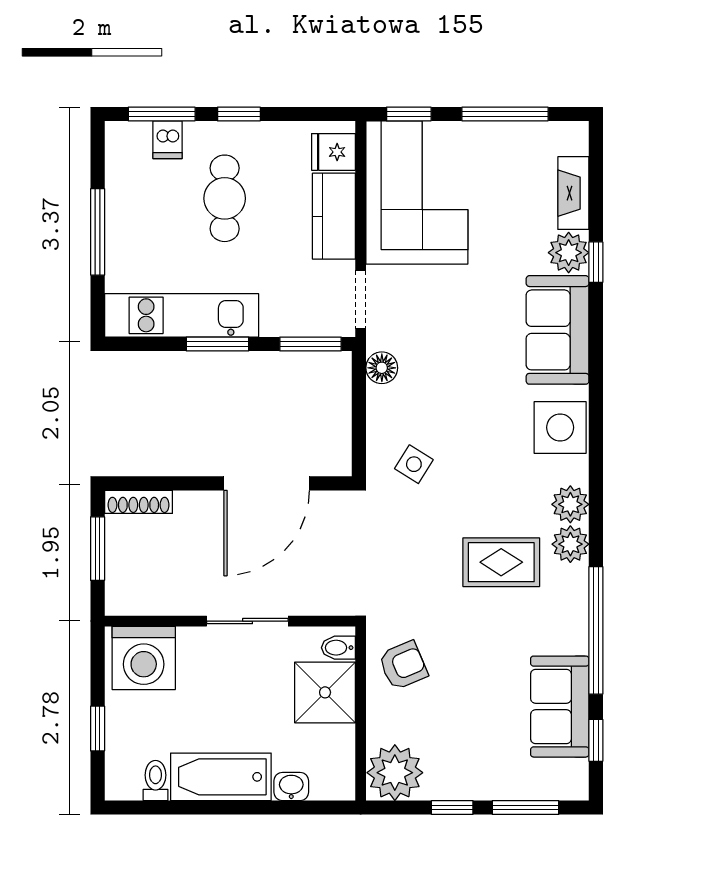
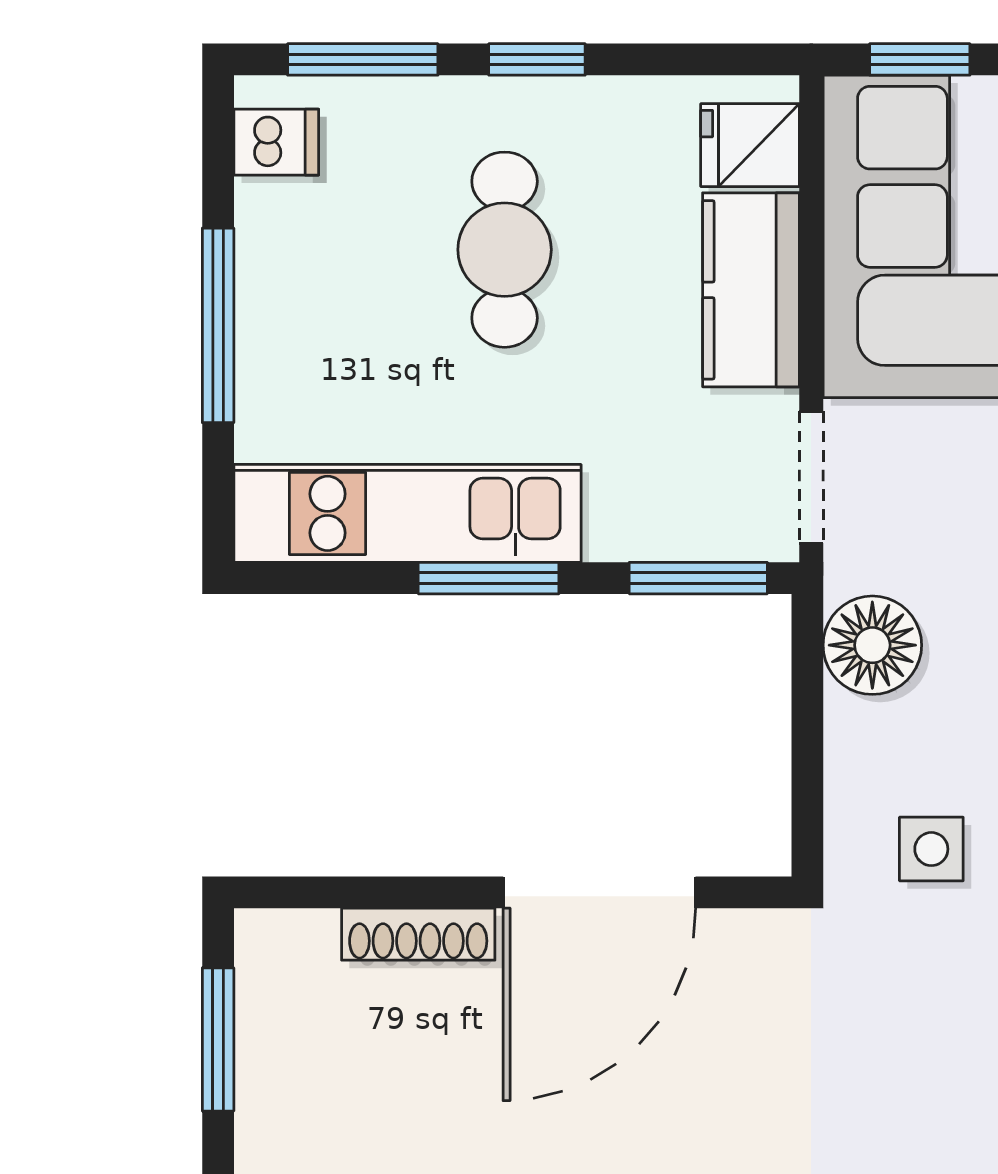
dishwasher: (168, 140) -> (276, 142), moved, turned -90
floor lamp: (382, 368) -> (872, 645), width x1.38, depth x1.38
side table: (414, 464) -> (931, 849), turned -32
shoe rack: (139, 502) -> (418, 934), moved

